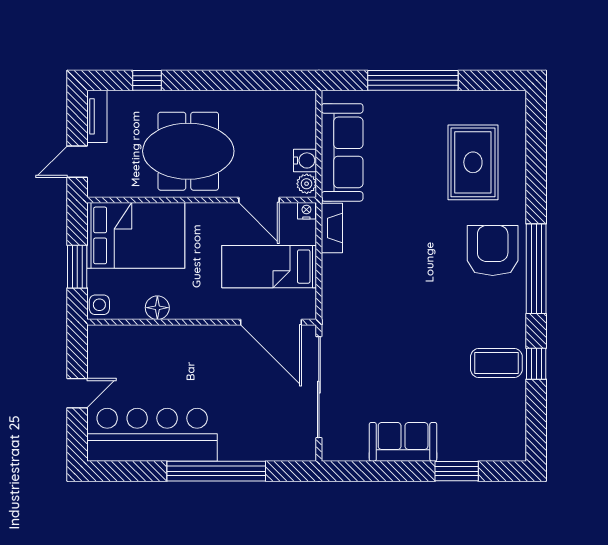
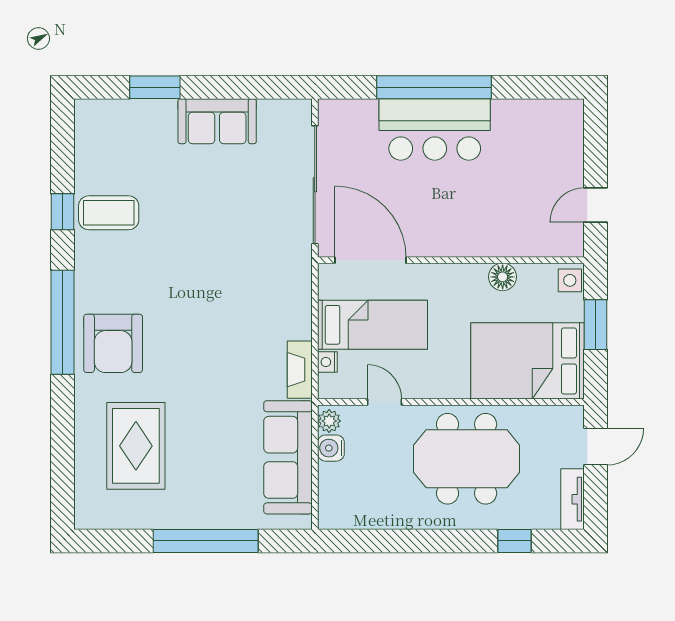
door: (259, 200) -> (384, 402), width x0.73
nightstand: (306, 211) -> (327, 362), moved, turned 90
door: (77, 393) -> (596, 205), moved
bar counter: (152, 435) -> (435, 129), moved, width x0.73

